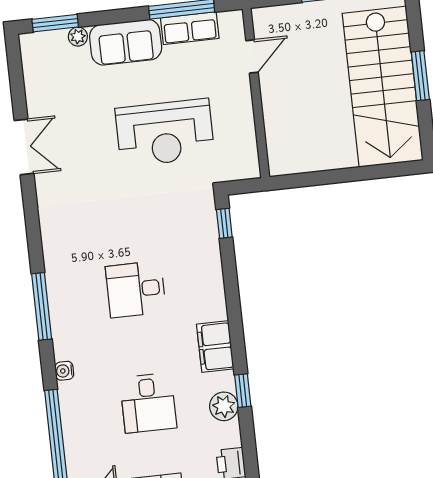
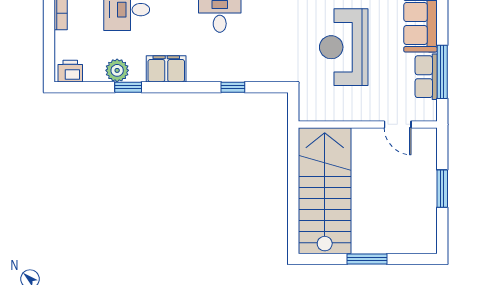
stairs: (383, 87) -> (325, 191), moved, turned 90
window: (224, 223) -> (233, 87), moved

